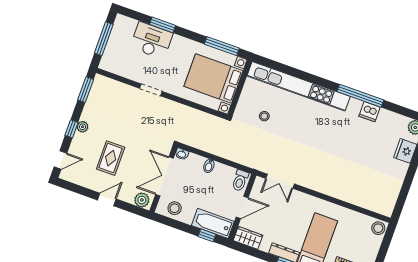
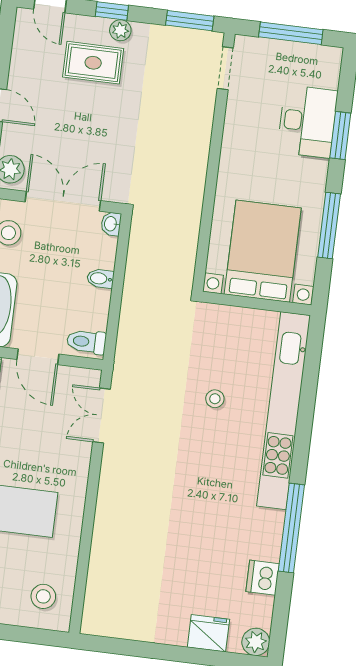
window: (222, 46) -> (329, 226), moved
doorway: (151, 90) -> (225, 68), moved
dishwasher: (370, 112) -> (263, 578), moved
stool: (264, 116) -> (215, 399), moved
rug: (111, 158) -> (93, 63), moved
stool: (378, 228) -> (43, 596), moved

